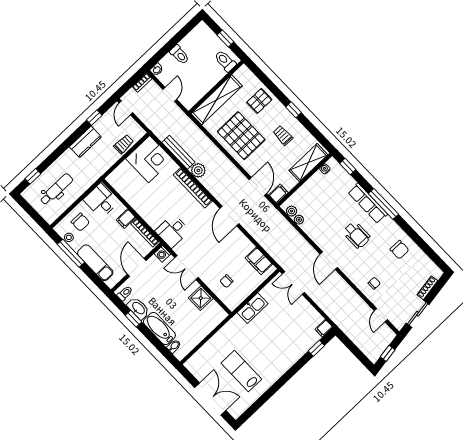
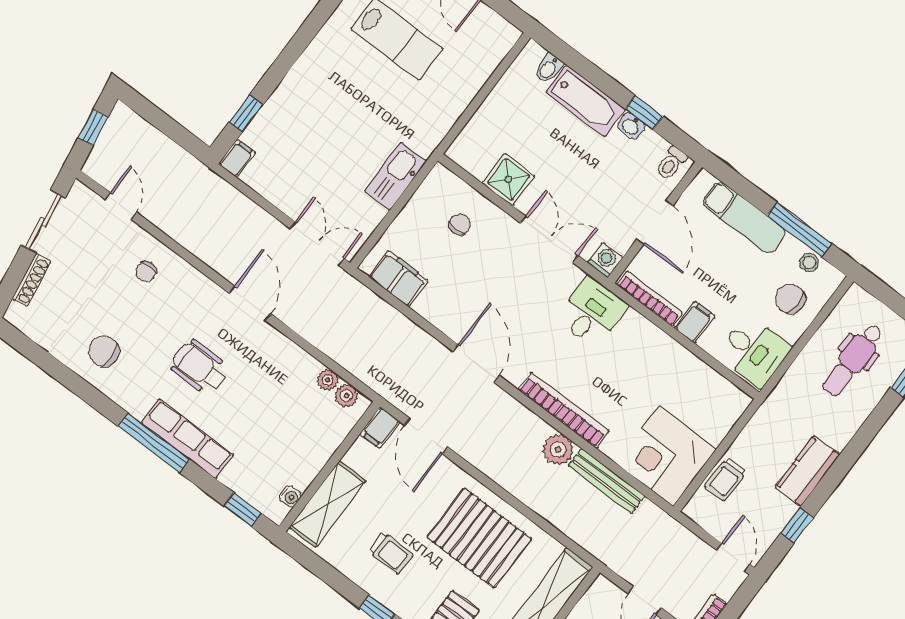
washbasin: (138, 308) -> (631, 126), width x0.52, depth x0.69

